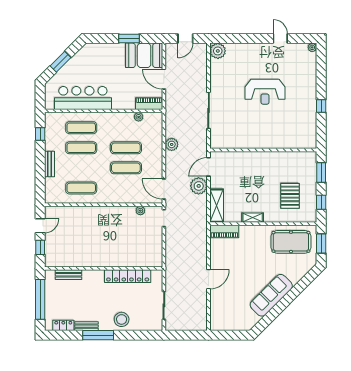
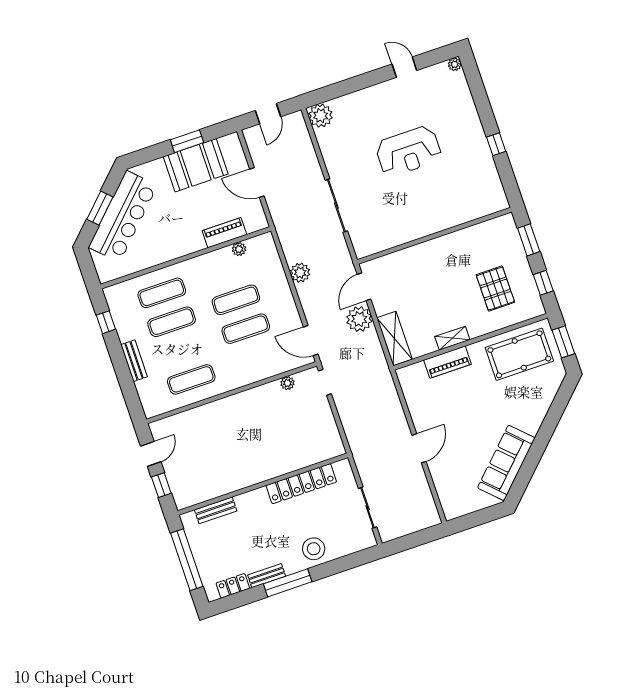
booth: (144, 55) -> (196, 165), moved
bar counter: (83, 98) -> (123, 216), moved, turned 135
piano: (149, 104) -> (224, 233), moved
piano: (224, 231) -> (448, 362), moved
sofa: (271, 295) -> (506, 463), moved

